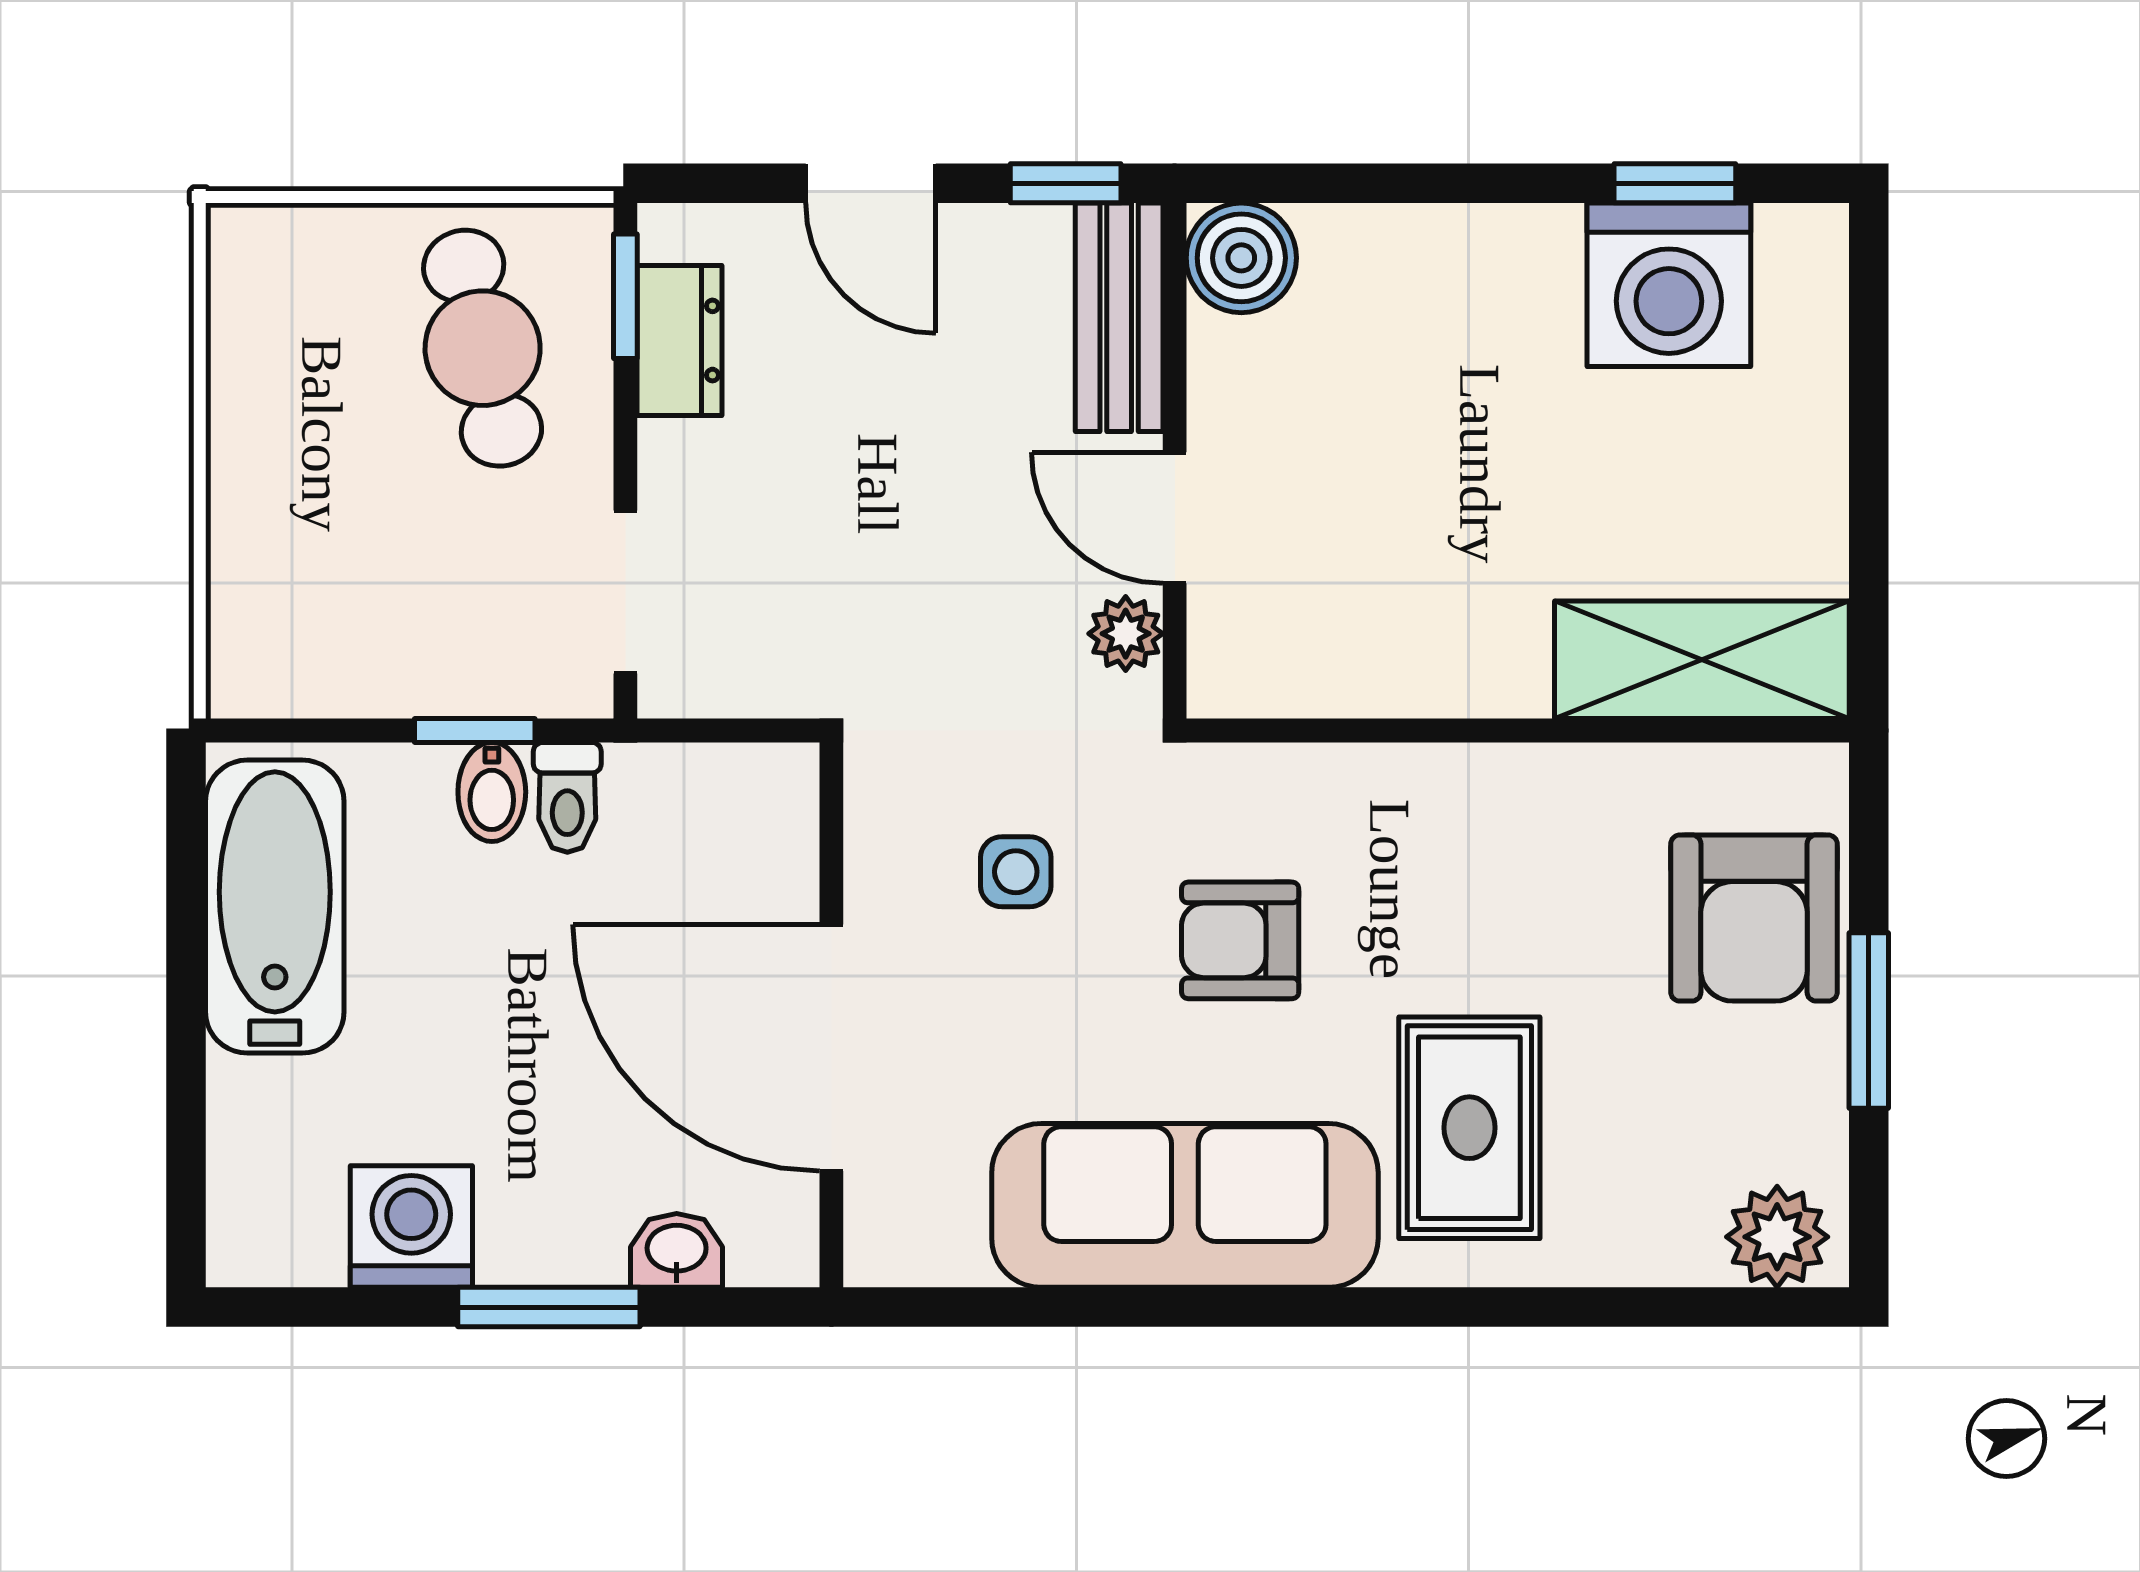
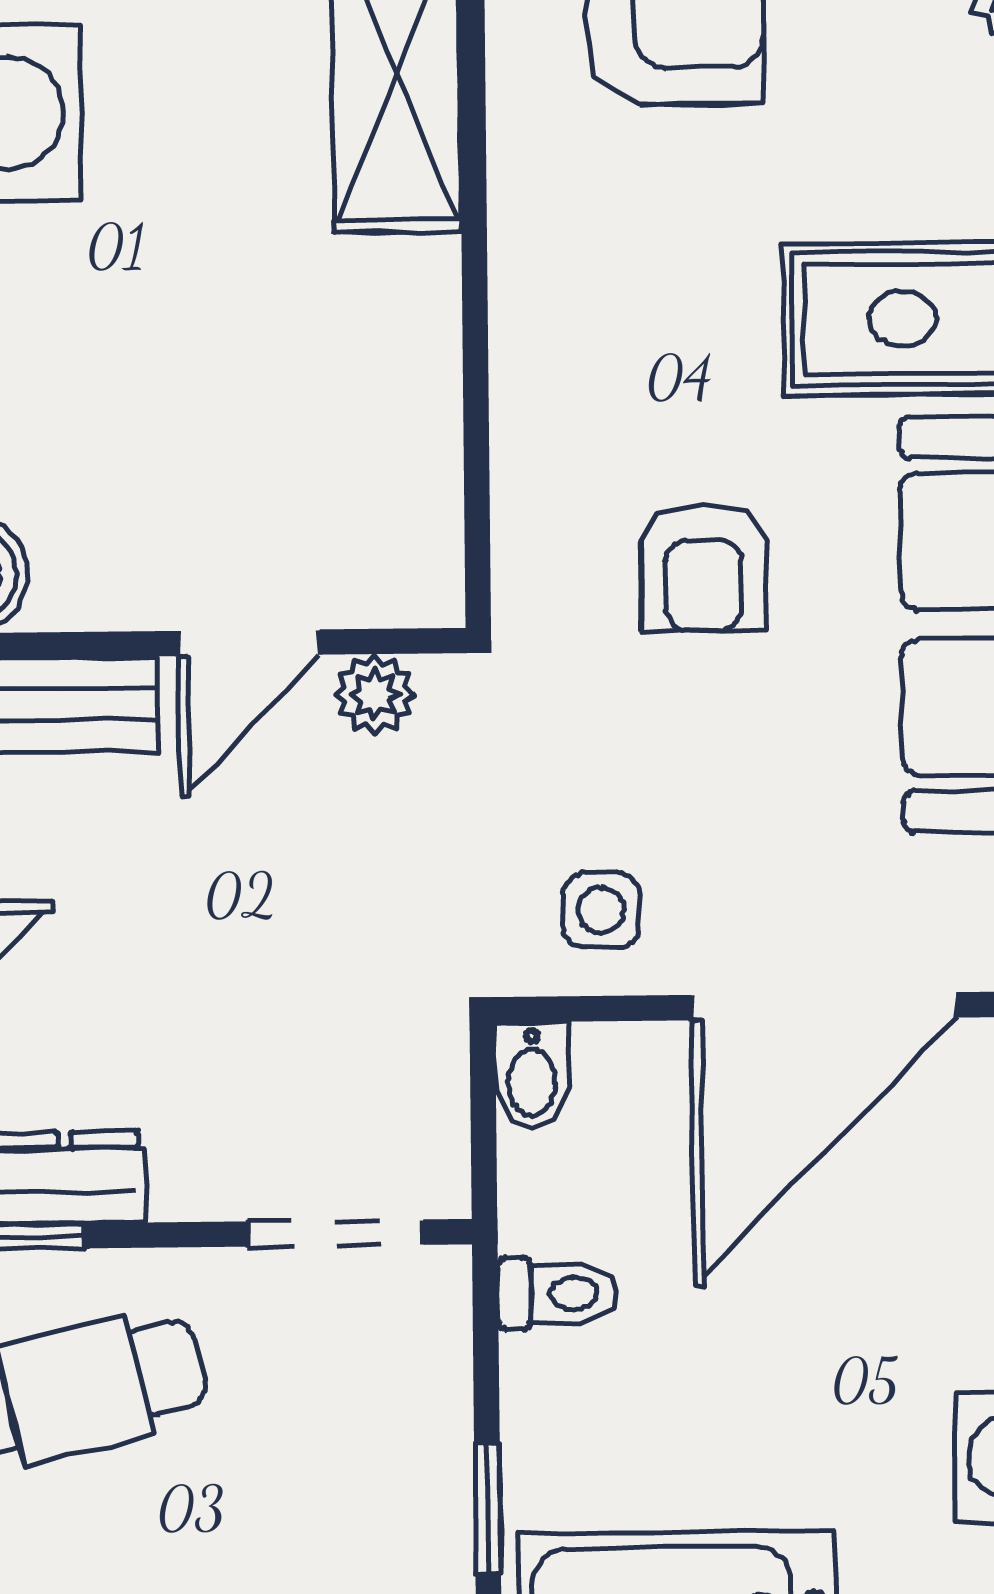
window: (475, 731) -> (488, 1509), moved
bidet: (492, 792) -> (532, 1075), moved, turned 90
side table: (1016, 872) -> (601, 910), moved

